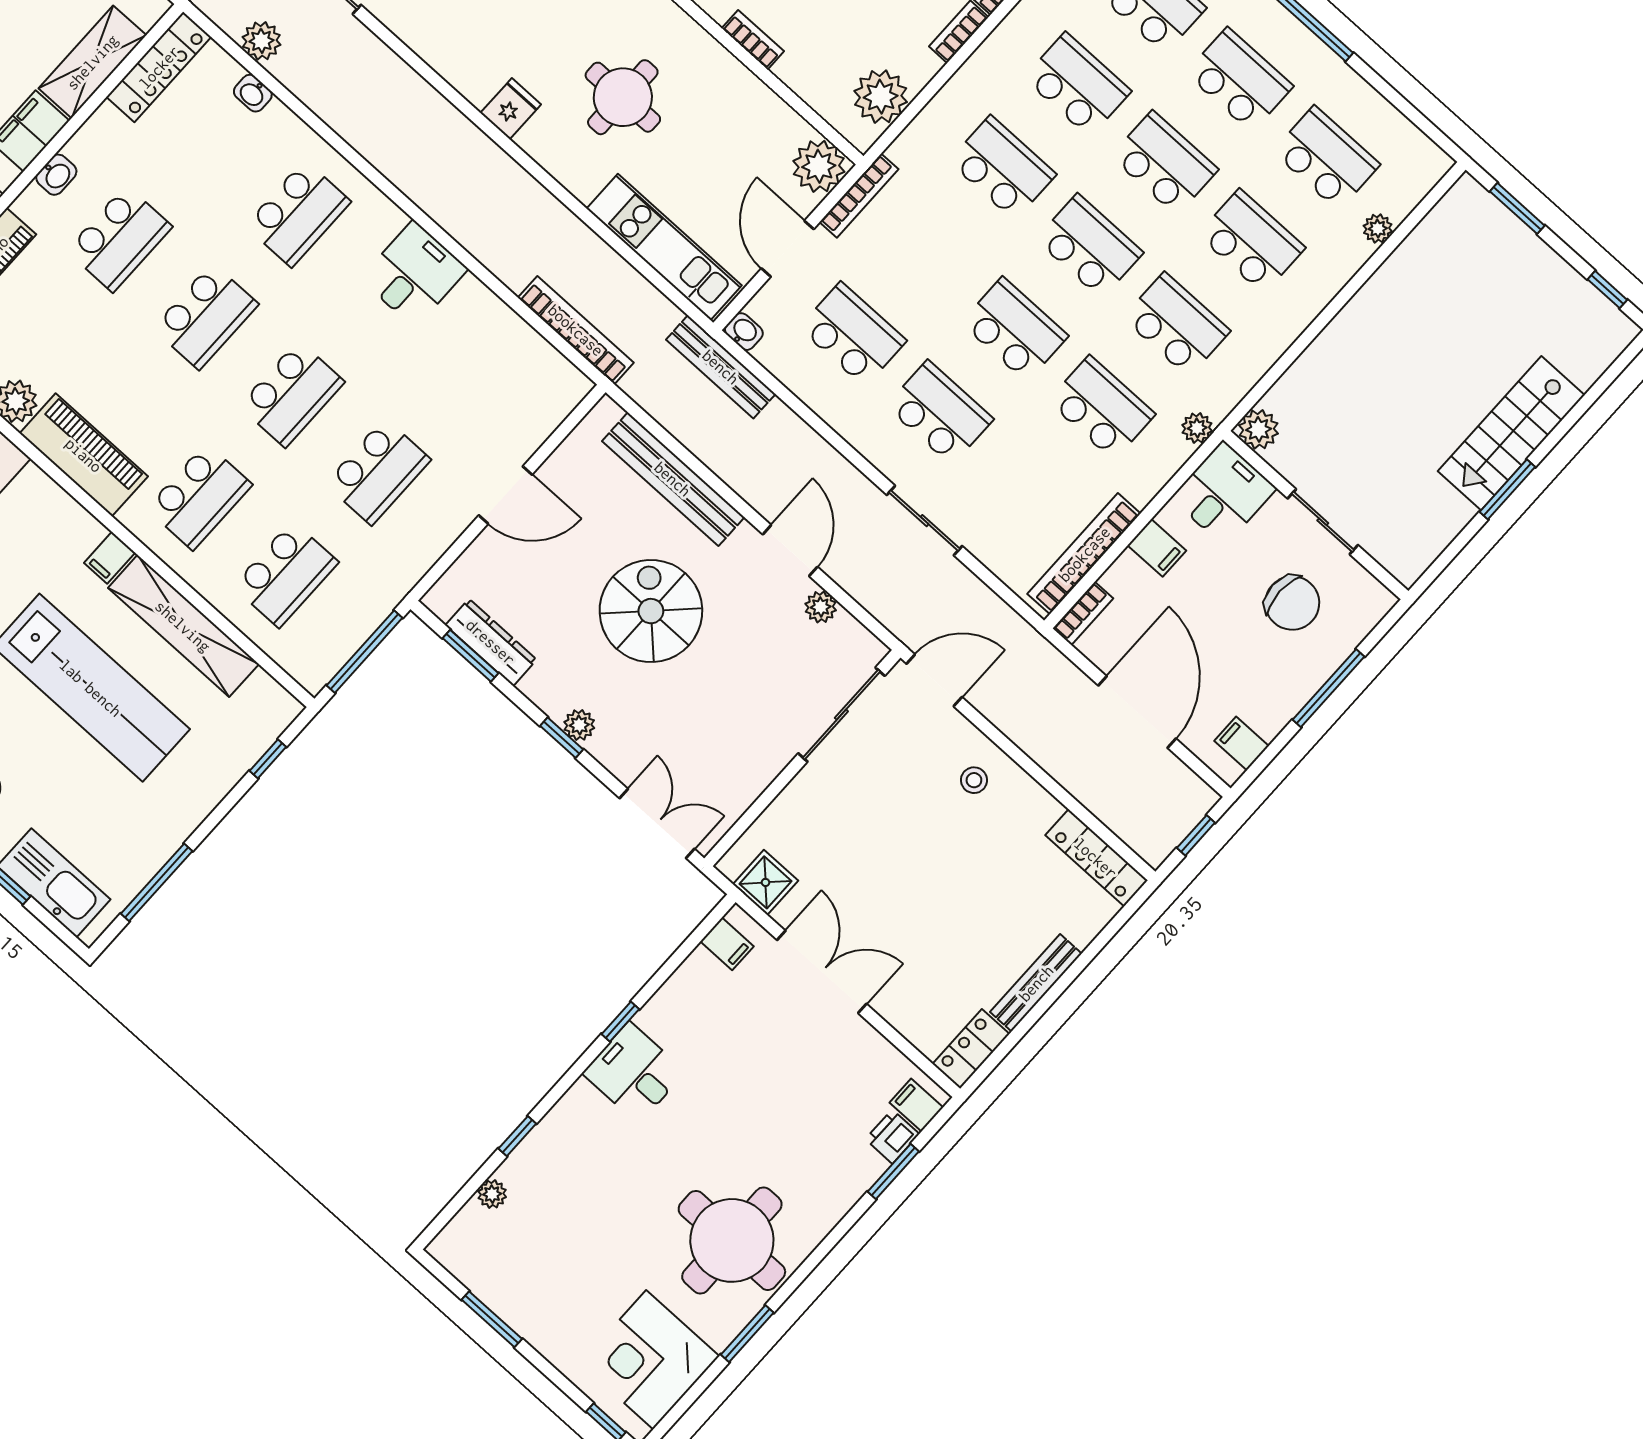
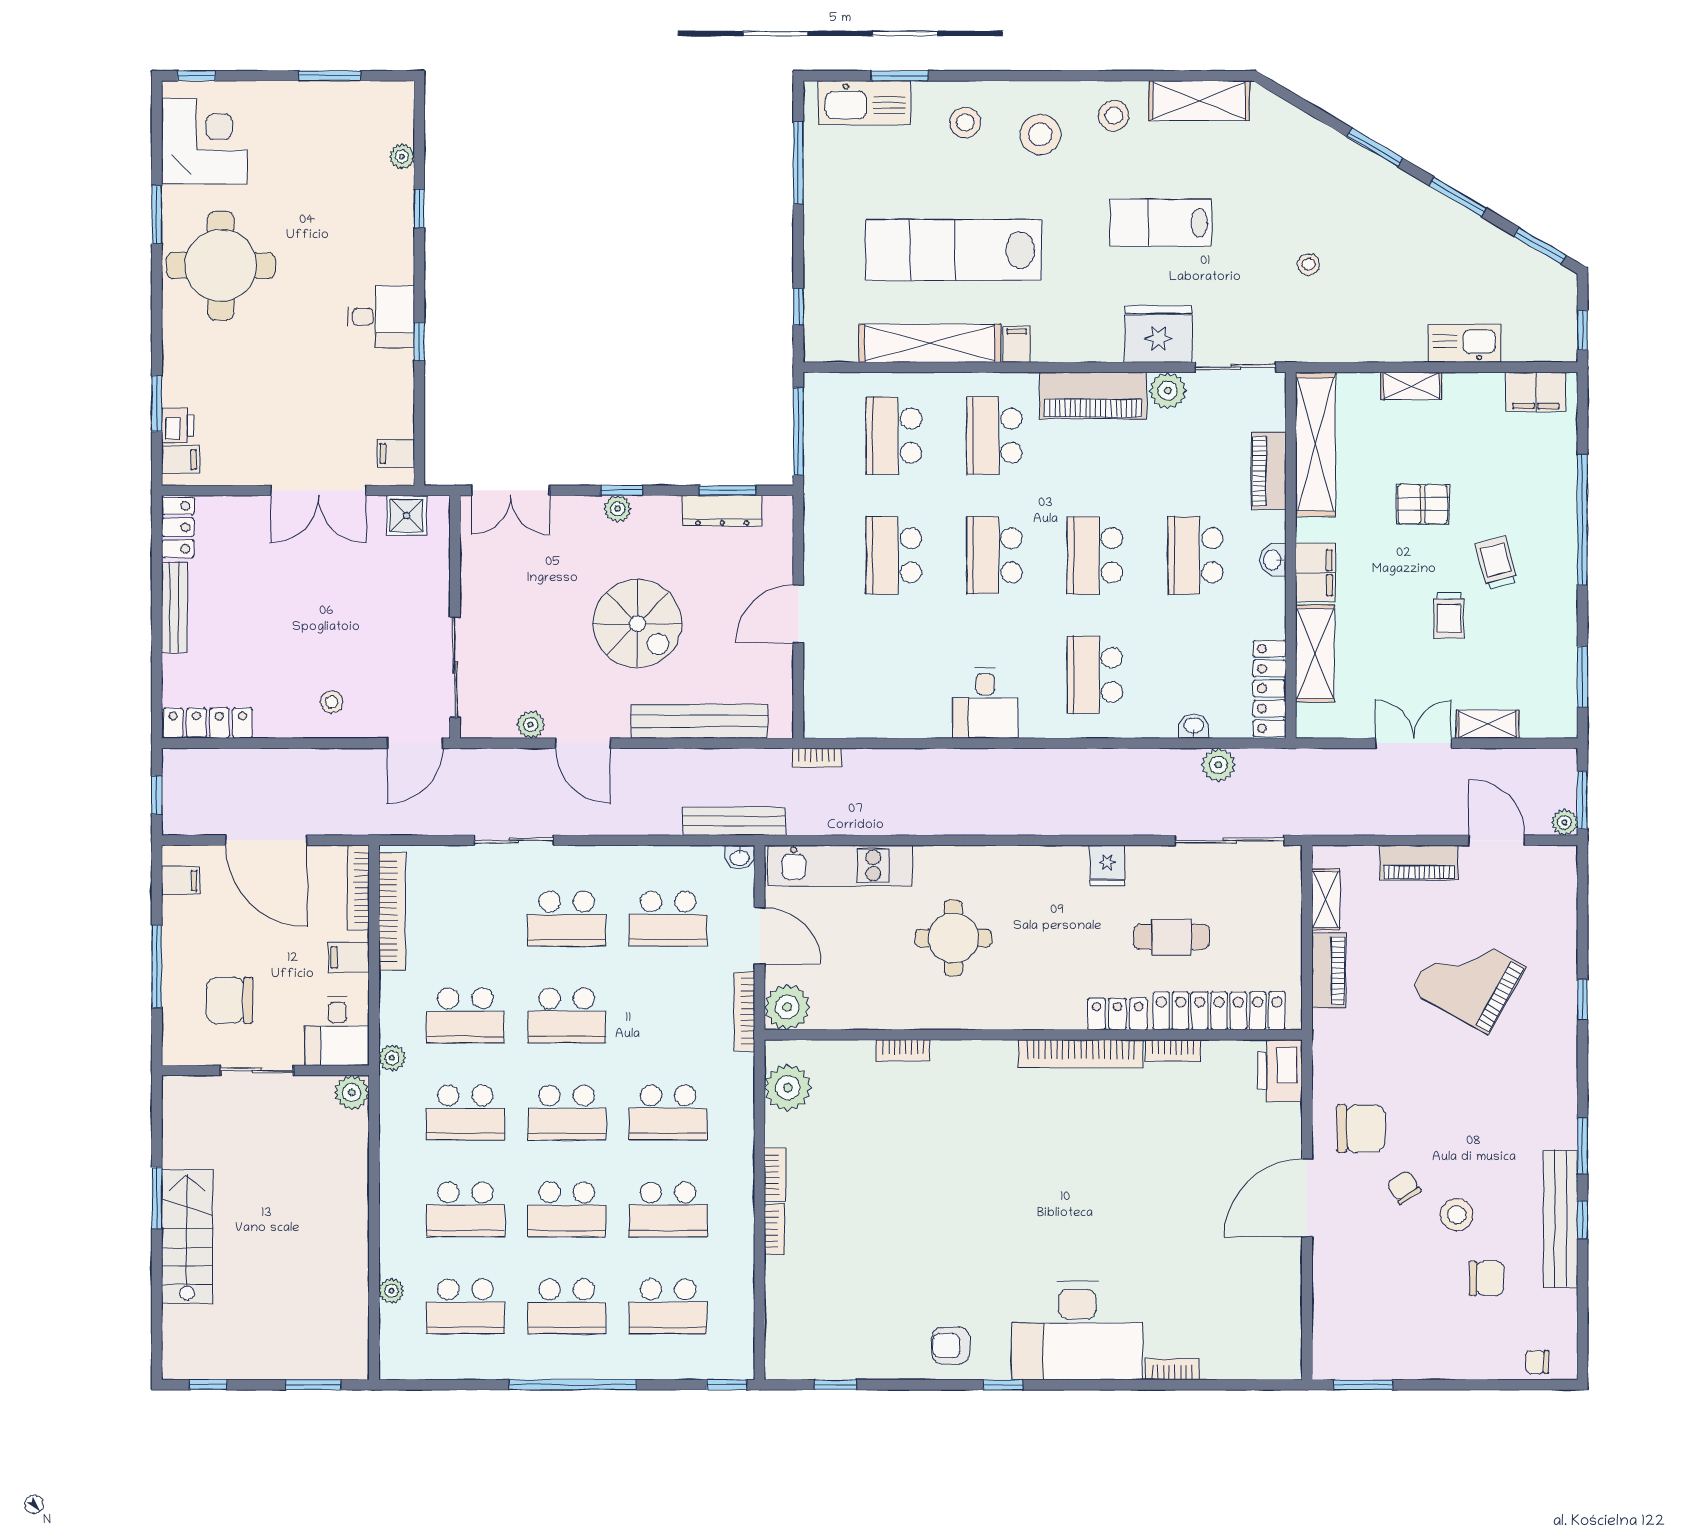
fridge: (511, 109) -> (1107, 866), moved
bookcase: (576, 330) -> (817, 758), width x0.43, depth x0.76
bookcase: (1083, 613) -> (358, 888), width x1.56

